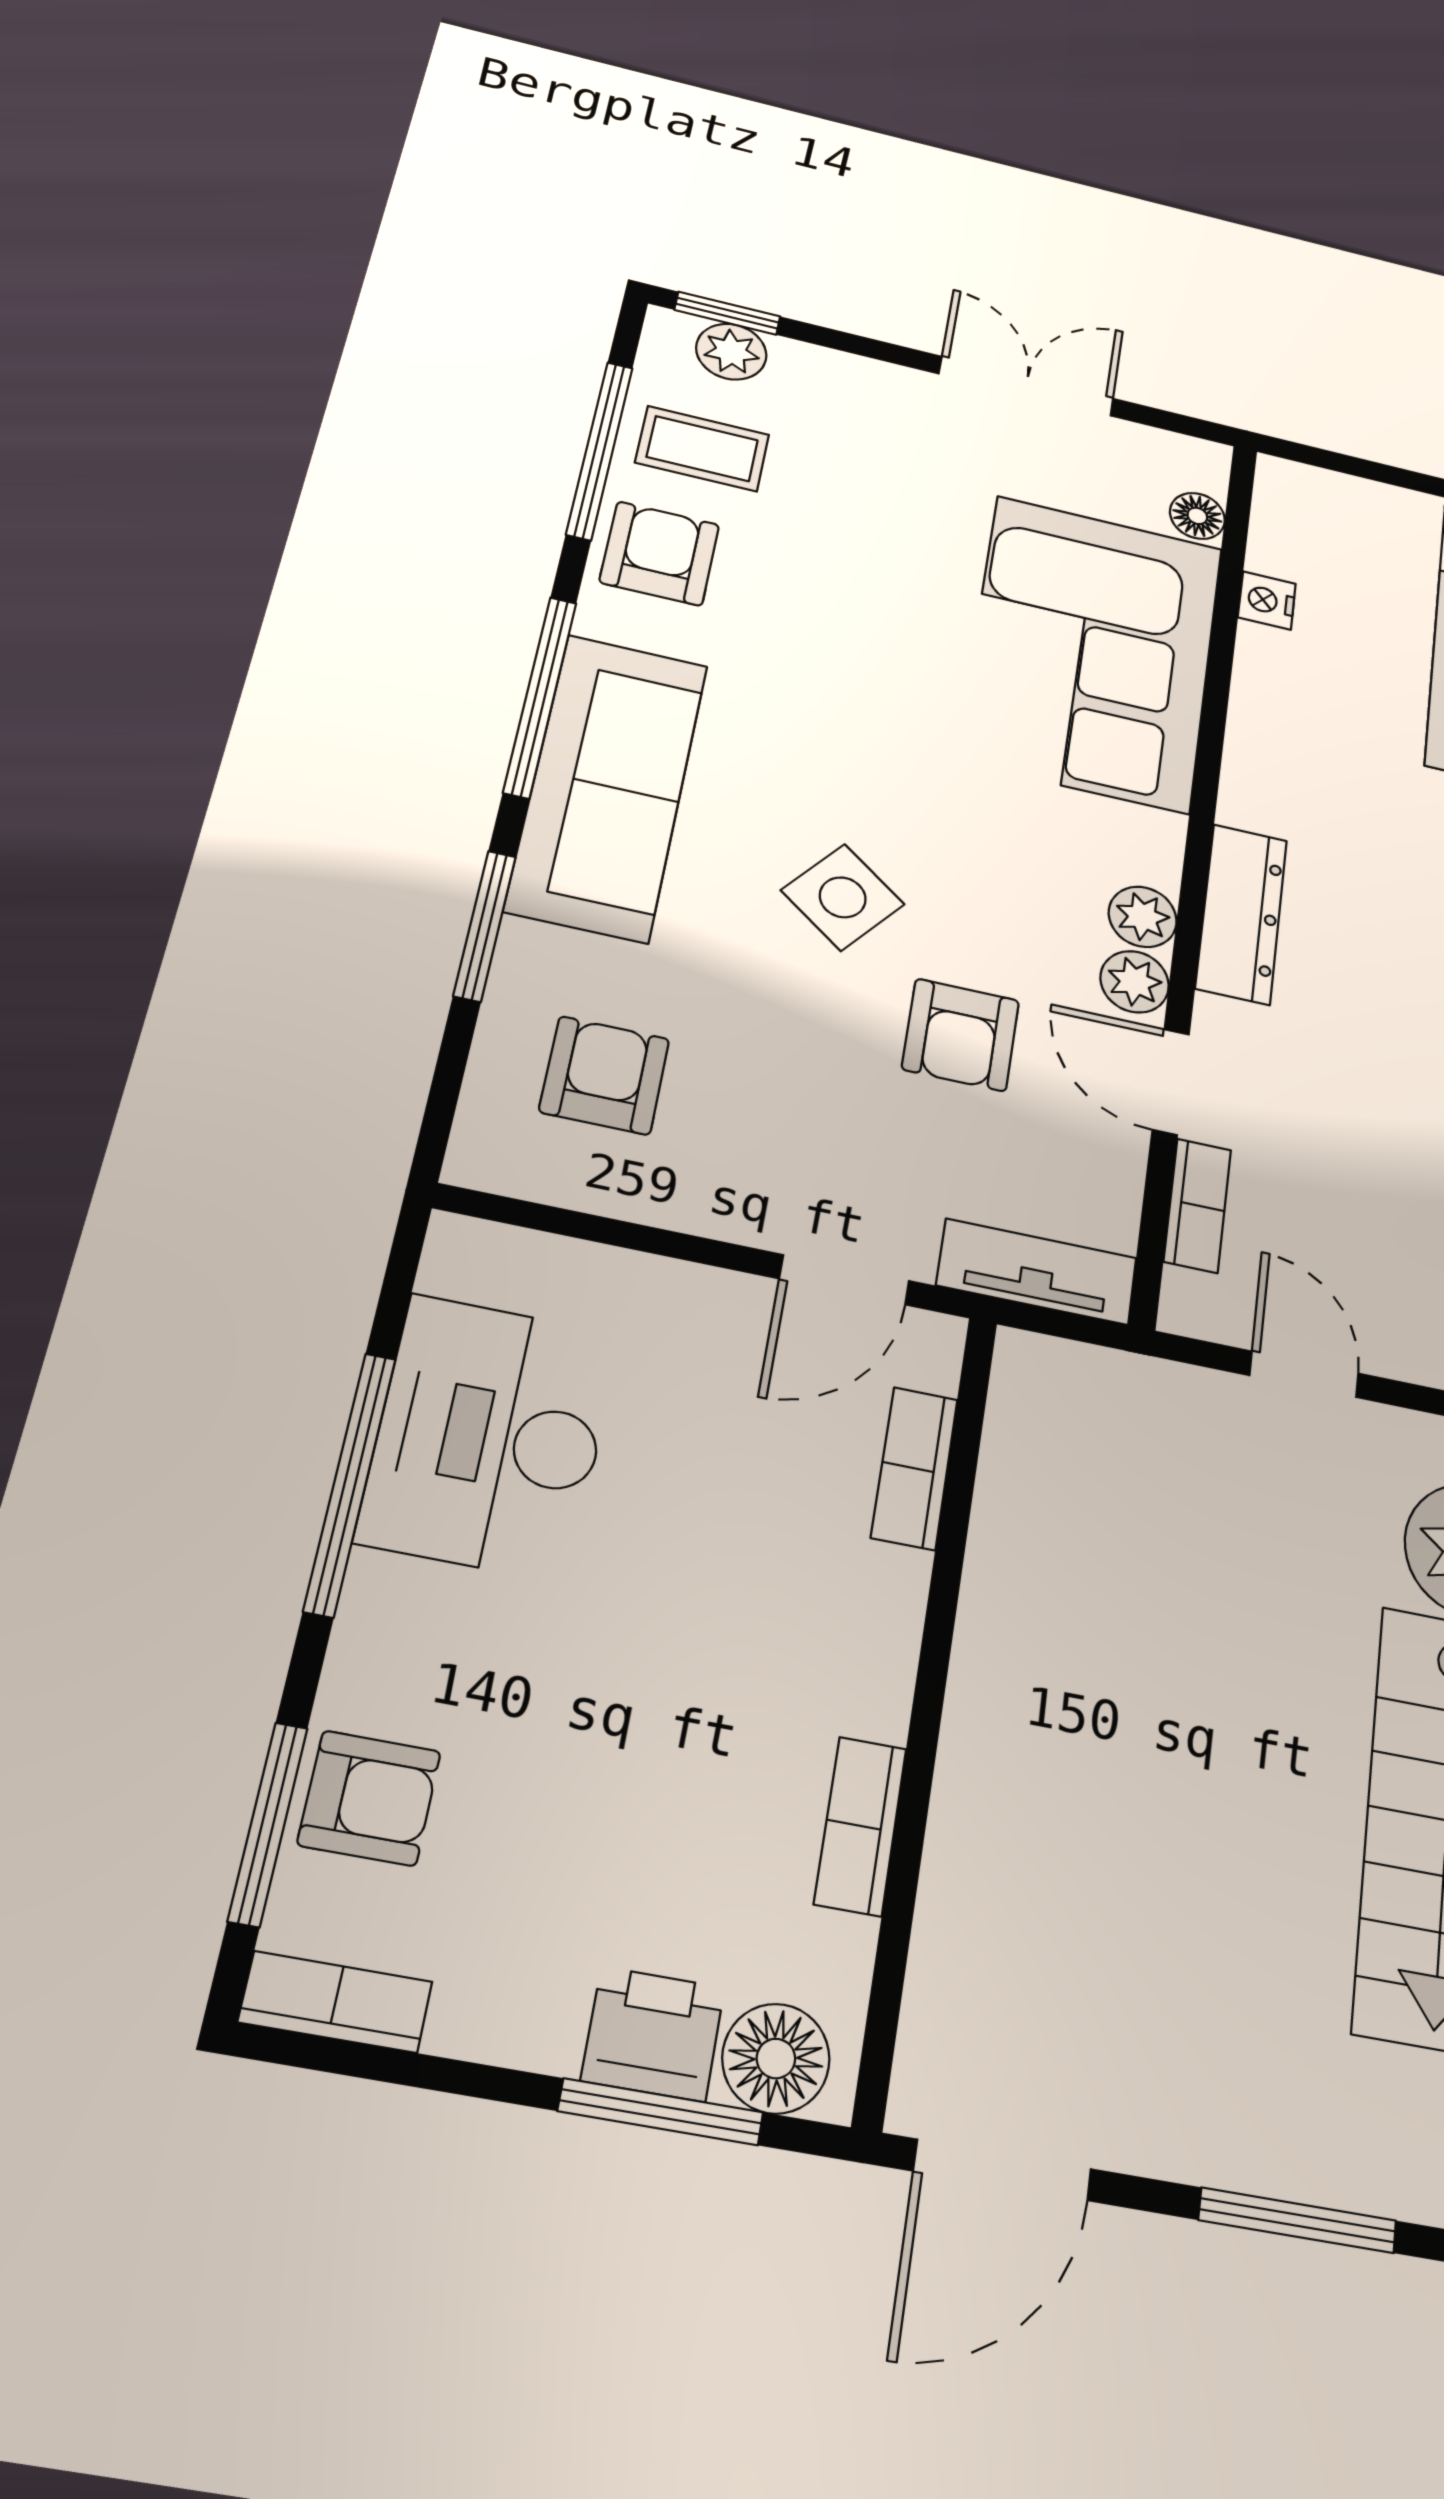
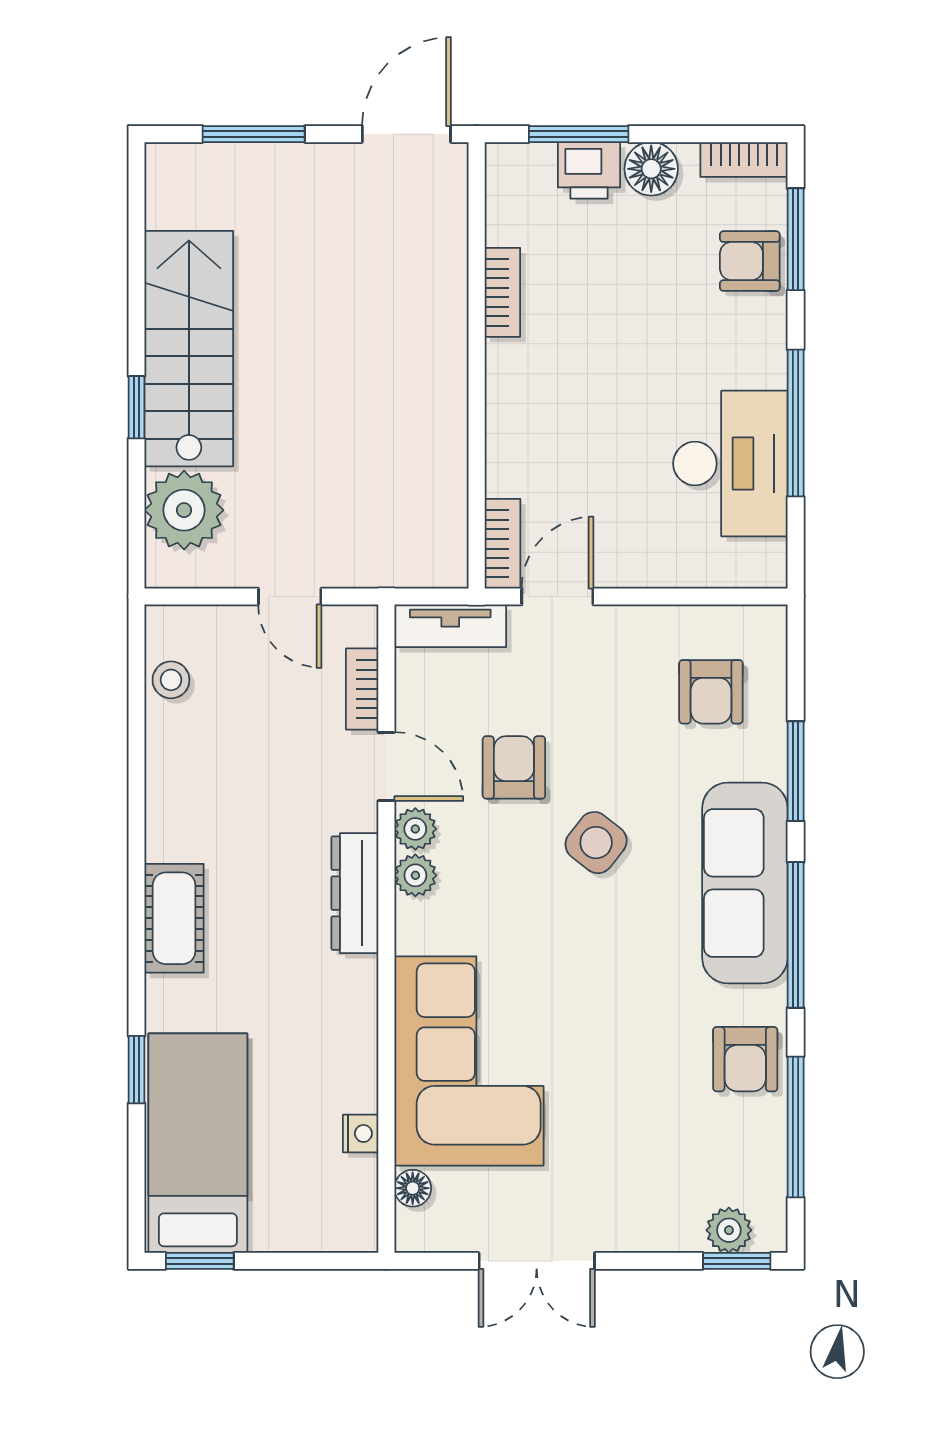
coffee table: (702, 449) -> (734, 1147), removed
bookcase: (914, 1468) -> (503, 544), moved
floor lamp: (776, 2059) -> (651, 169), moved

